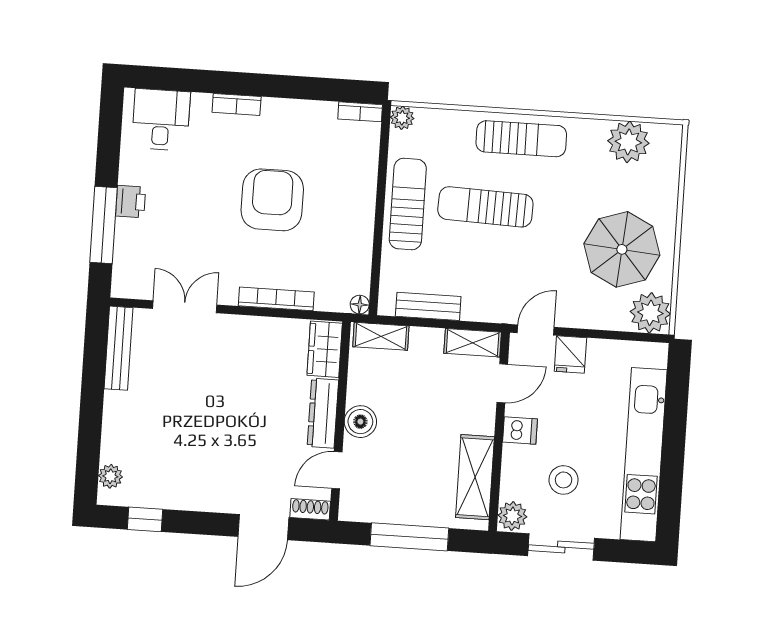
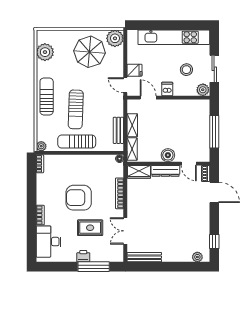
desk: (161, 120) -> (49, 242), width x1.37
rug: (198, 223) -> (90, 228), added
shelving: (473, 343) -> (132, 125), moved
shelving: (475, 477) -> (188, 106), removed

